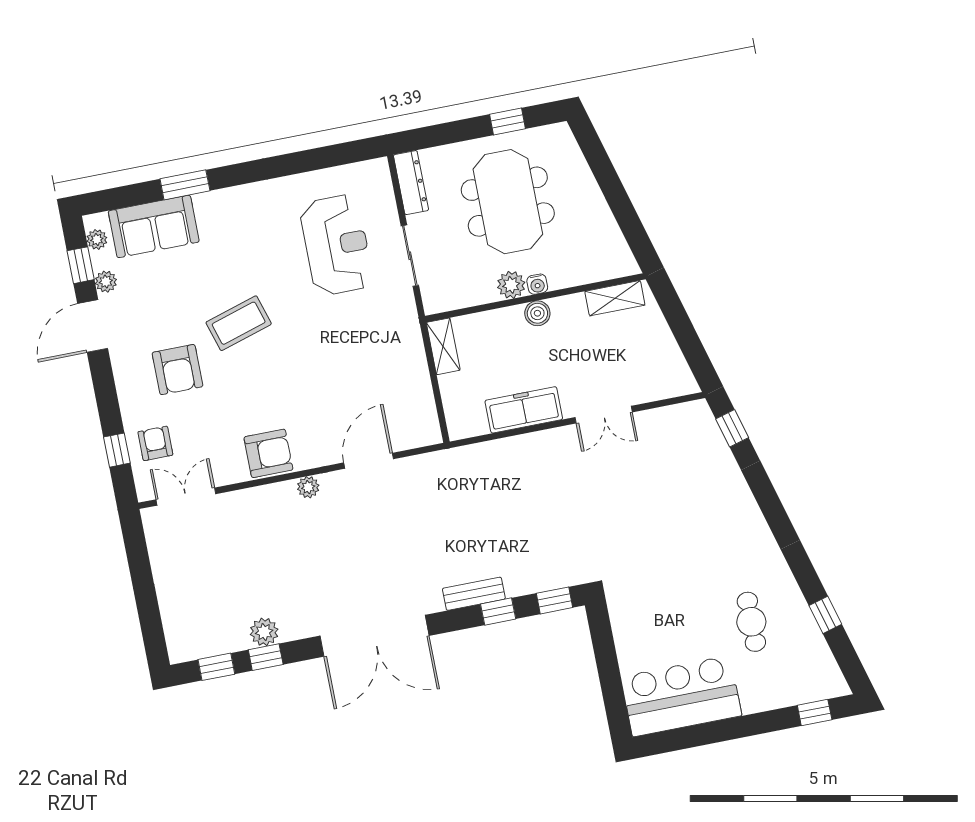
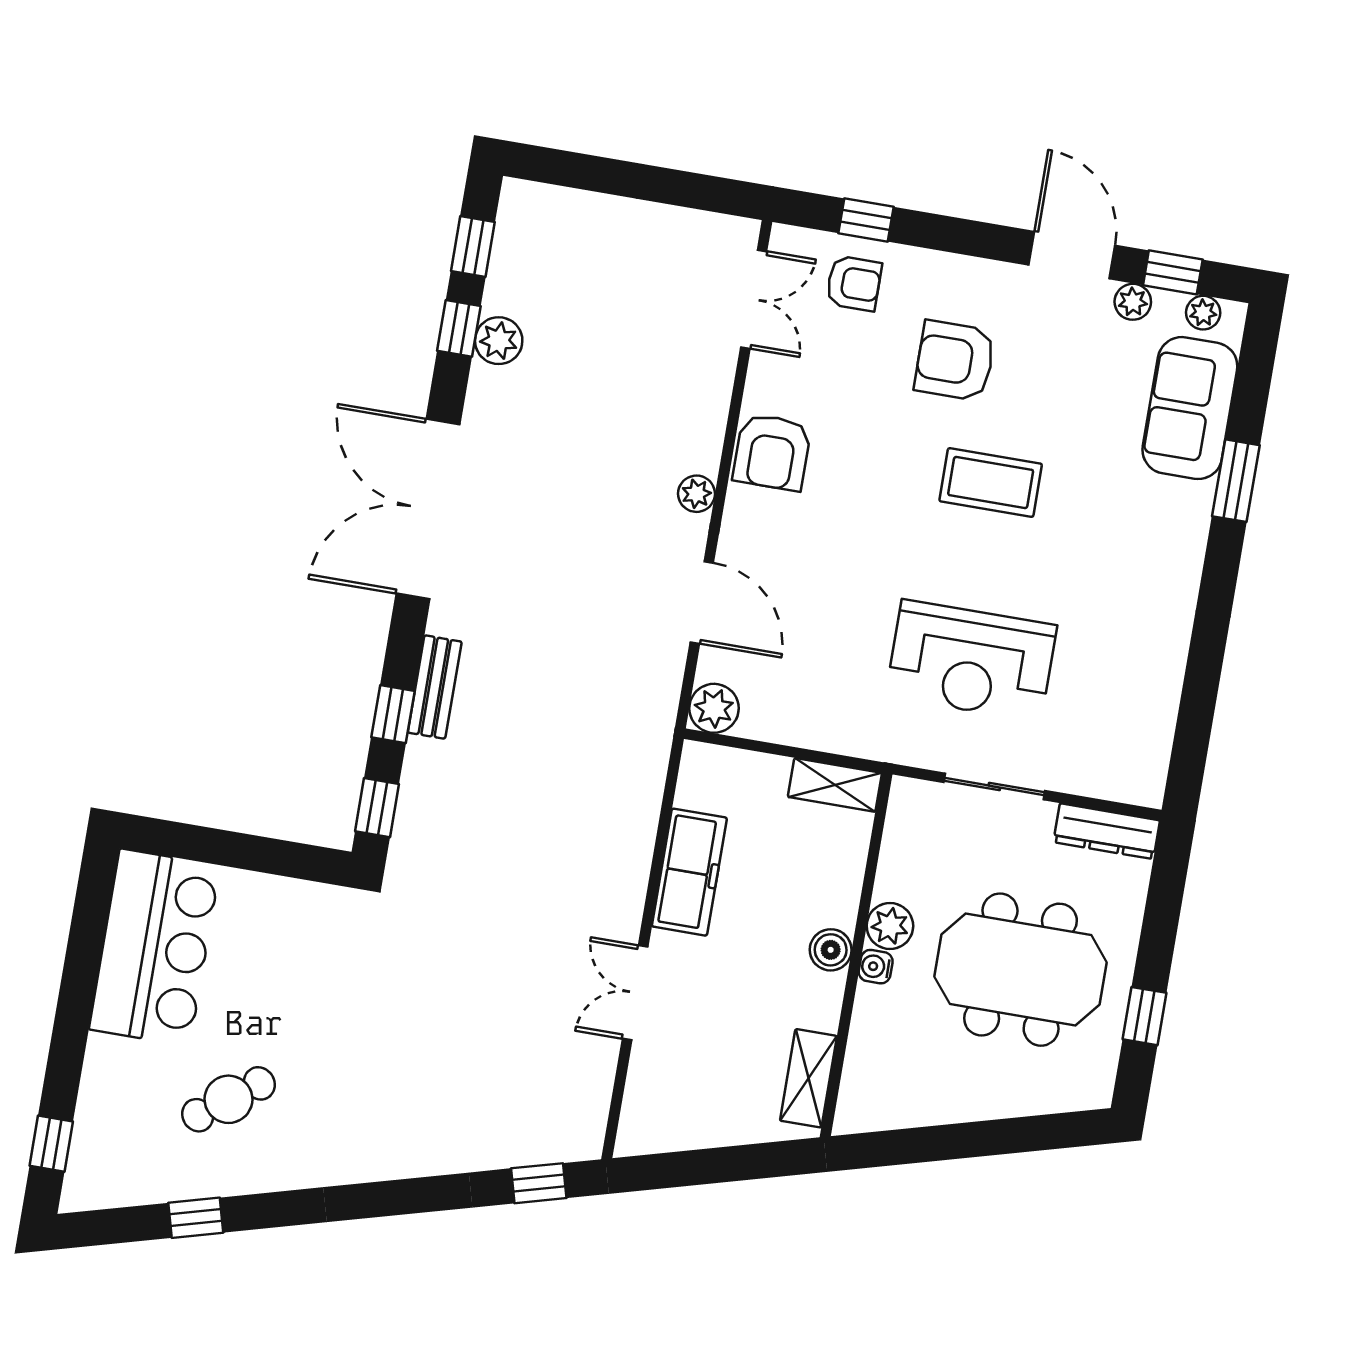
reception desk: (336, 245) -> (971, 661), moved
coffee table: (239, 323) -> (991, 483), turned -73
plant: (426, 431) -> (714, 708), added
cafe table: (751, 622) -> (228, 1099), turned -37

